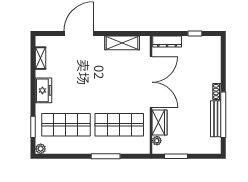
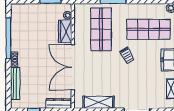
trolley: (90, 95) -> (127, 55), added
bench: (216, 119) -> (15, 83), moved
shop shelf: (119, 125) -> (101, 29), turned 90

